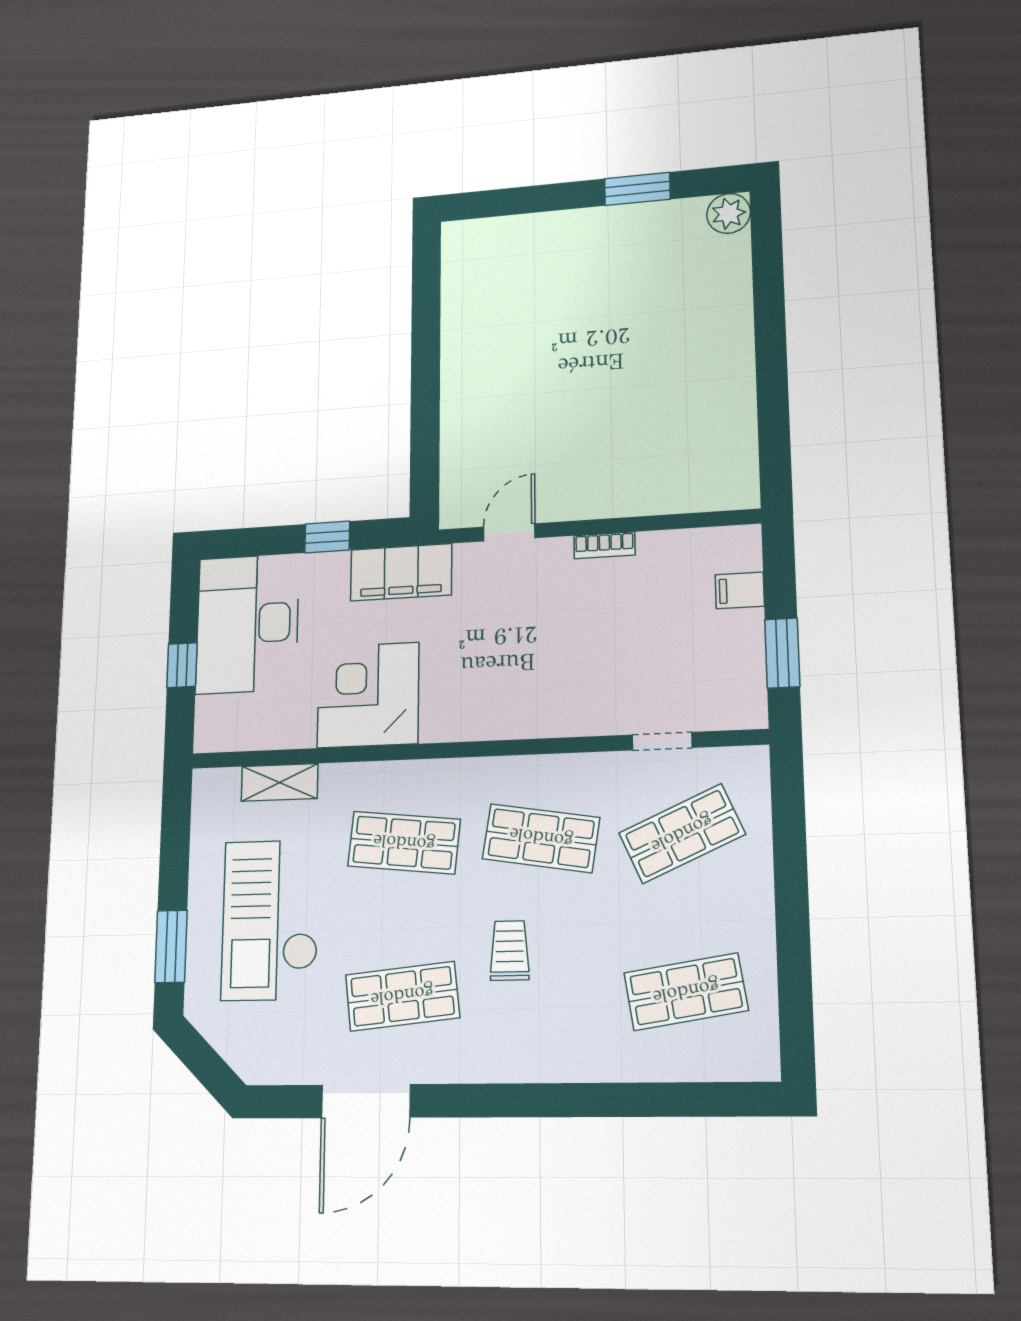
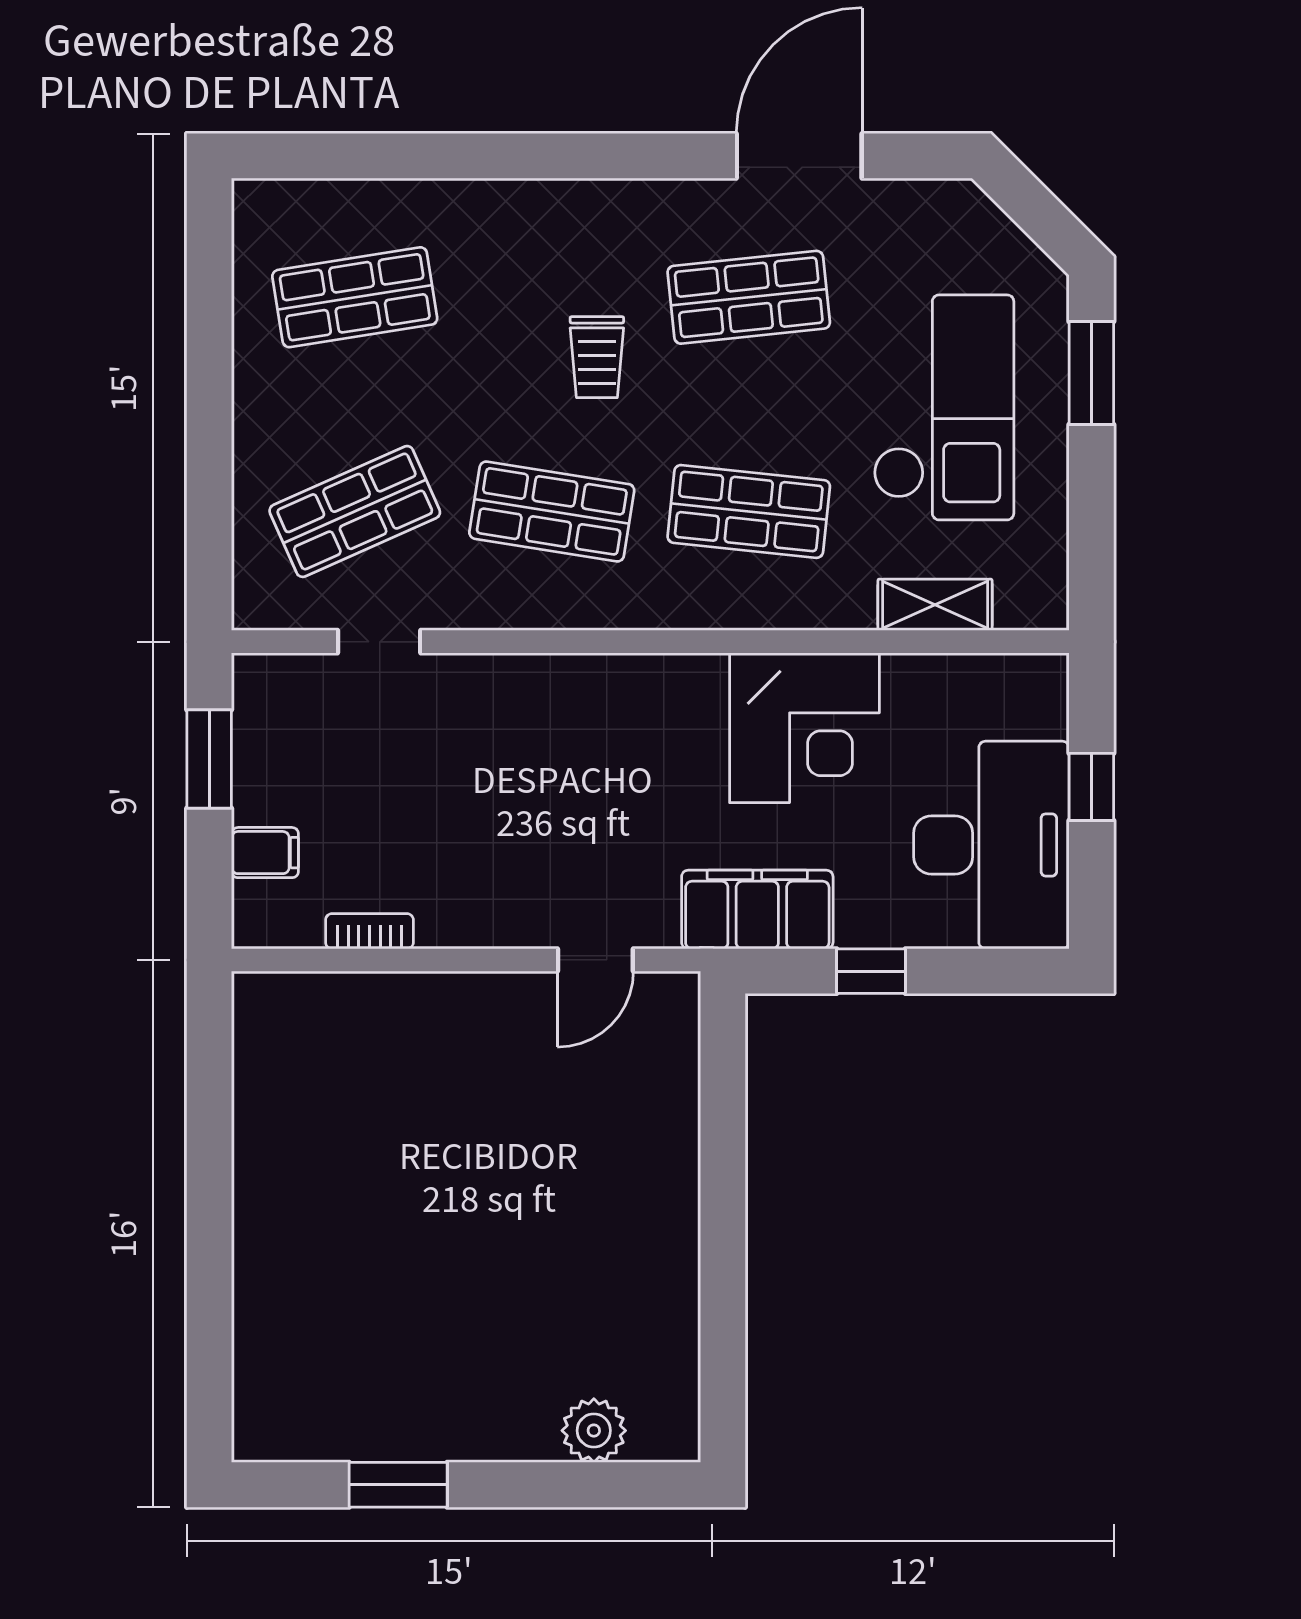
plant: (729, 213) -> (594, 1431), moved
bookcase: (604, 545) -> (369, 931), moved

